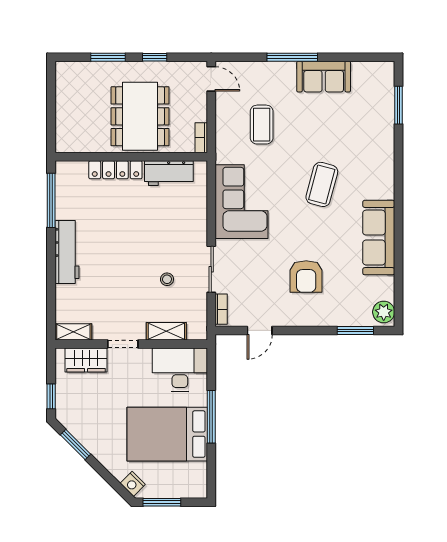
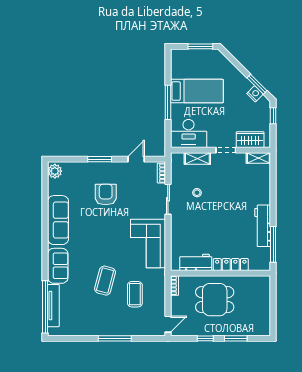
sofa: (324, 77) -> (58, 266), moved, turned 90
door: (211, 79) -> (168, 324), swing flipped
window: (399, 105) -> (45, 307), width x2.11
tv unit: (386, 107) -> (53, 306), added
dining table: (140, 116) -> (215, 300), width x0.73
coffee table: (322, 184) -> (105, 281), moved
workbench: (67, 252) -> (263, 226), moved
window: (355, 330) -> (100, 159), moved
bed: (167, 434) -> (197, 91), width x0.67
nightstand: (133, 484) -> (255, 94), moved

